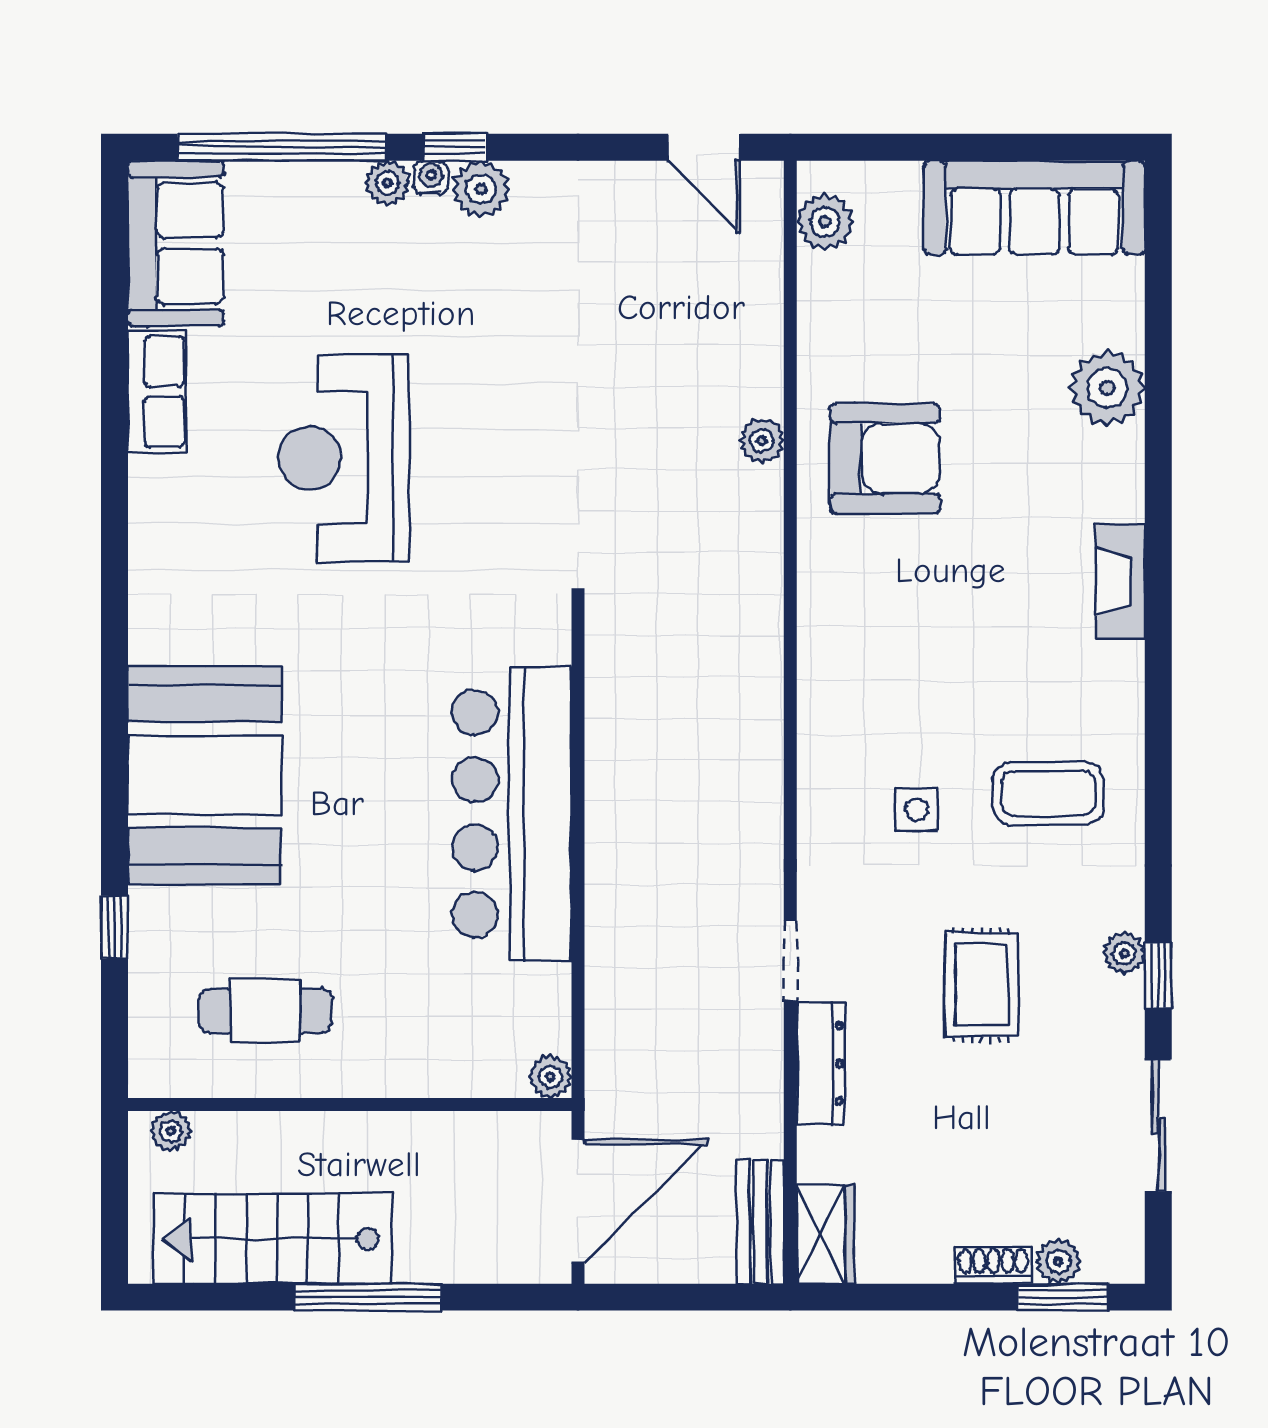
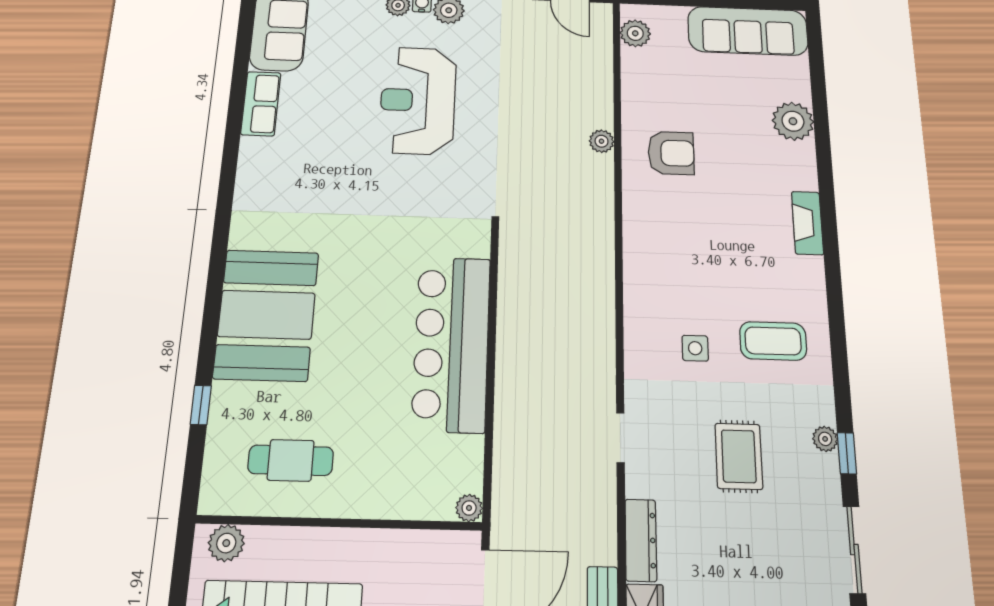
reception desk: (344, 458) -> (418, 100), moved
armchair: (885, 458) -> (671, 153), width x0.73, depth x0.73
dresser: (821, 1064) -> (641, 540), moved
plant: (171, 1131) -> (226, 543), width x1.38, depth x1.38

